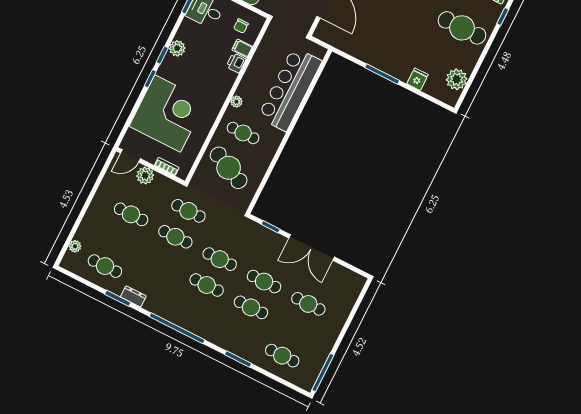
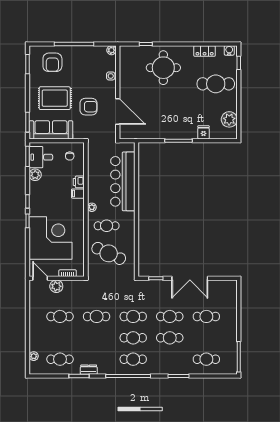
plant: (177, 48) -> (35, 175), moved
filing cabinet: (242, 48) -> (78, 194), moved
door: (130, 156) -> (40, 278), swing flipped
cafe table: (188, 211) -> (133, 359), moved

